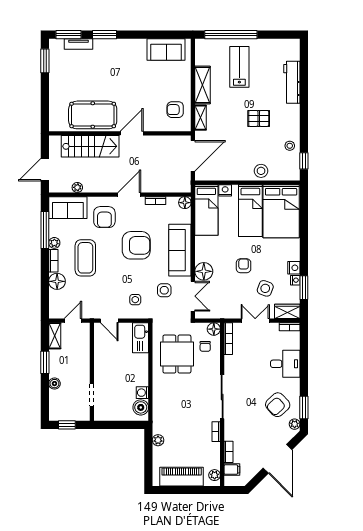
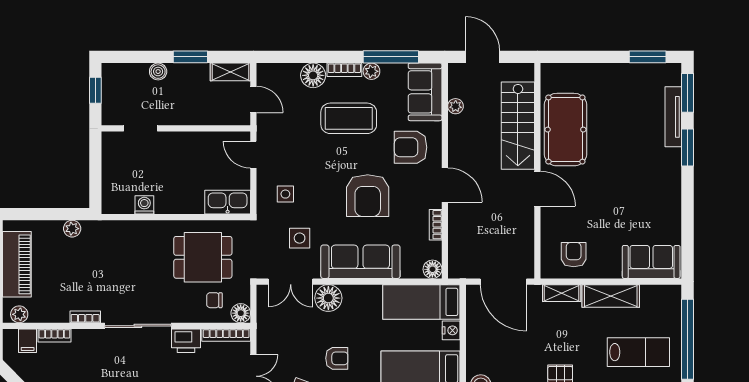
tv unit: (79, 44) -> (673, 117), width x1.41
sofa: (166, 49) -> (651, 262), moved, turned 90
door: (109, 321) -> (253, 155), hinge flipped
printer: (232, 365) -> (186, 341), added
boiler: (141, 407) -> (122, 202), removed

